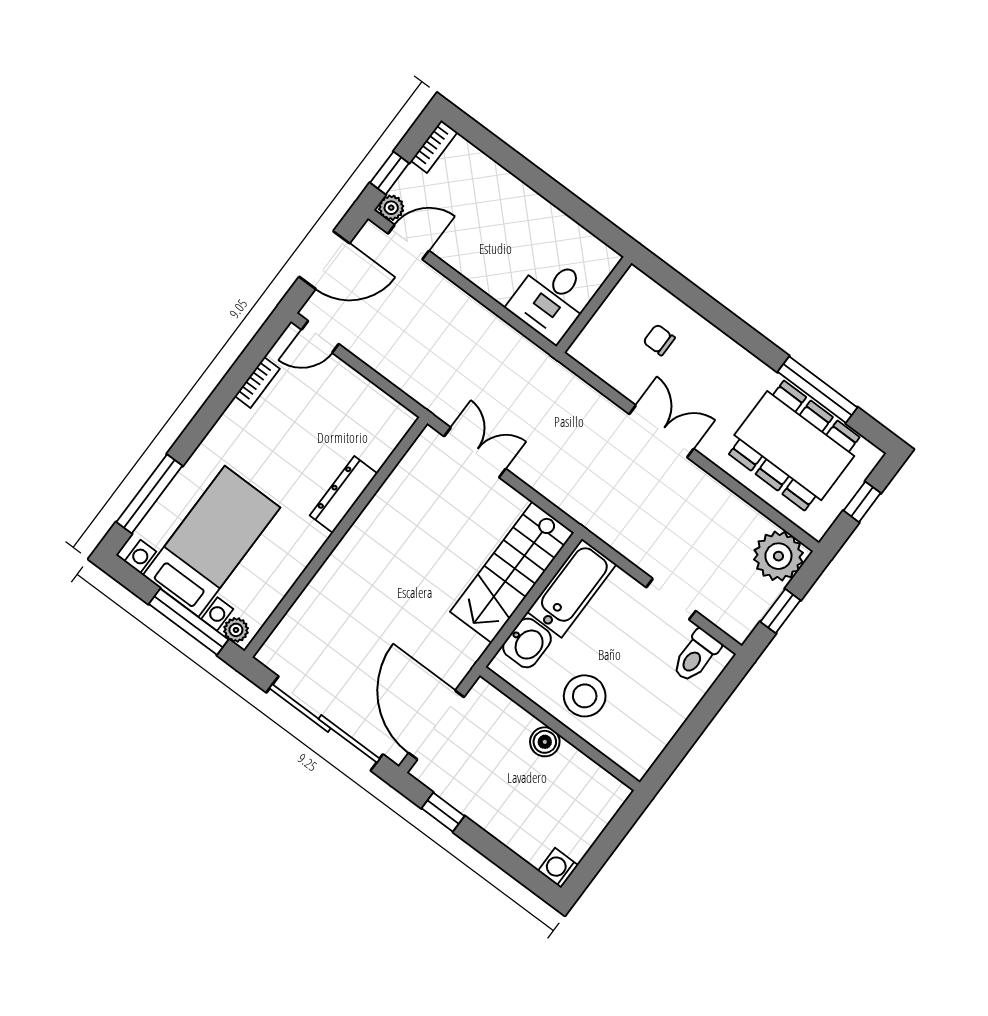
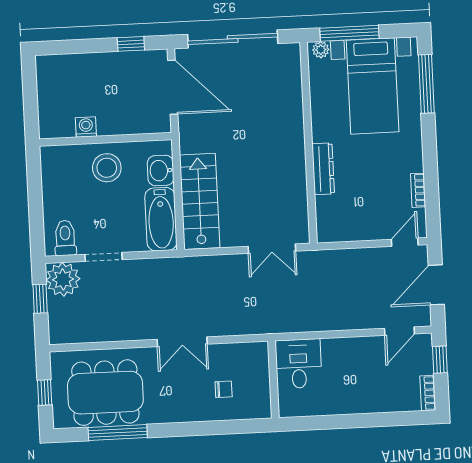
plant: (391, 208) -> (424, 342), removed
plant: (778, 556) -> (63, 279), moved
boiler: (545, 742) -> (108, 126), removed
washing machine: (558, 868) -> (86, 127), moved, turned -90

